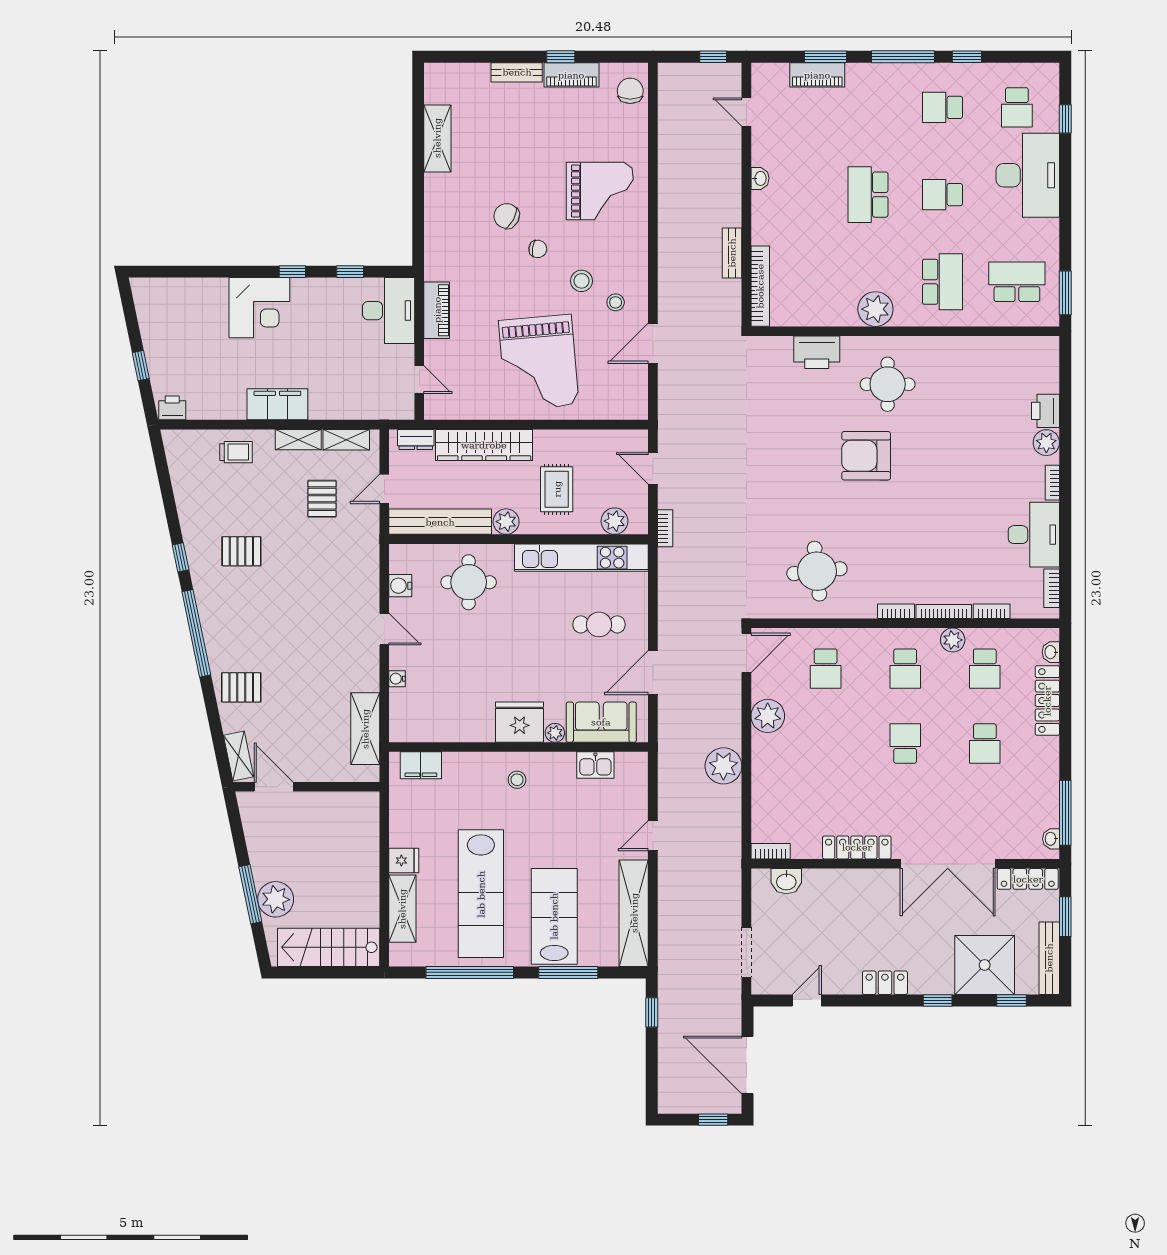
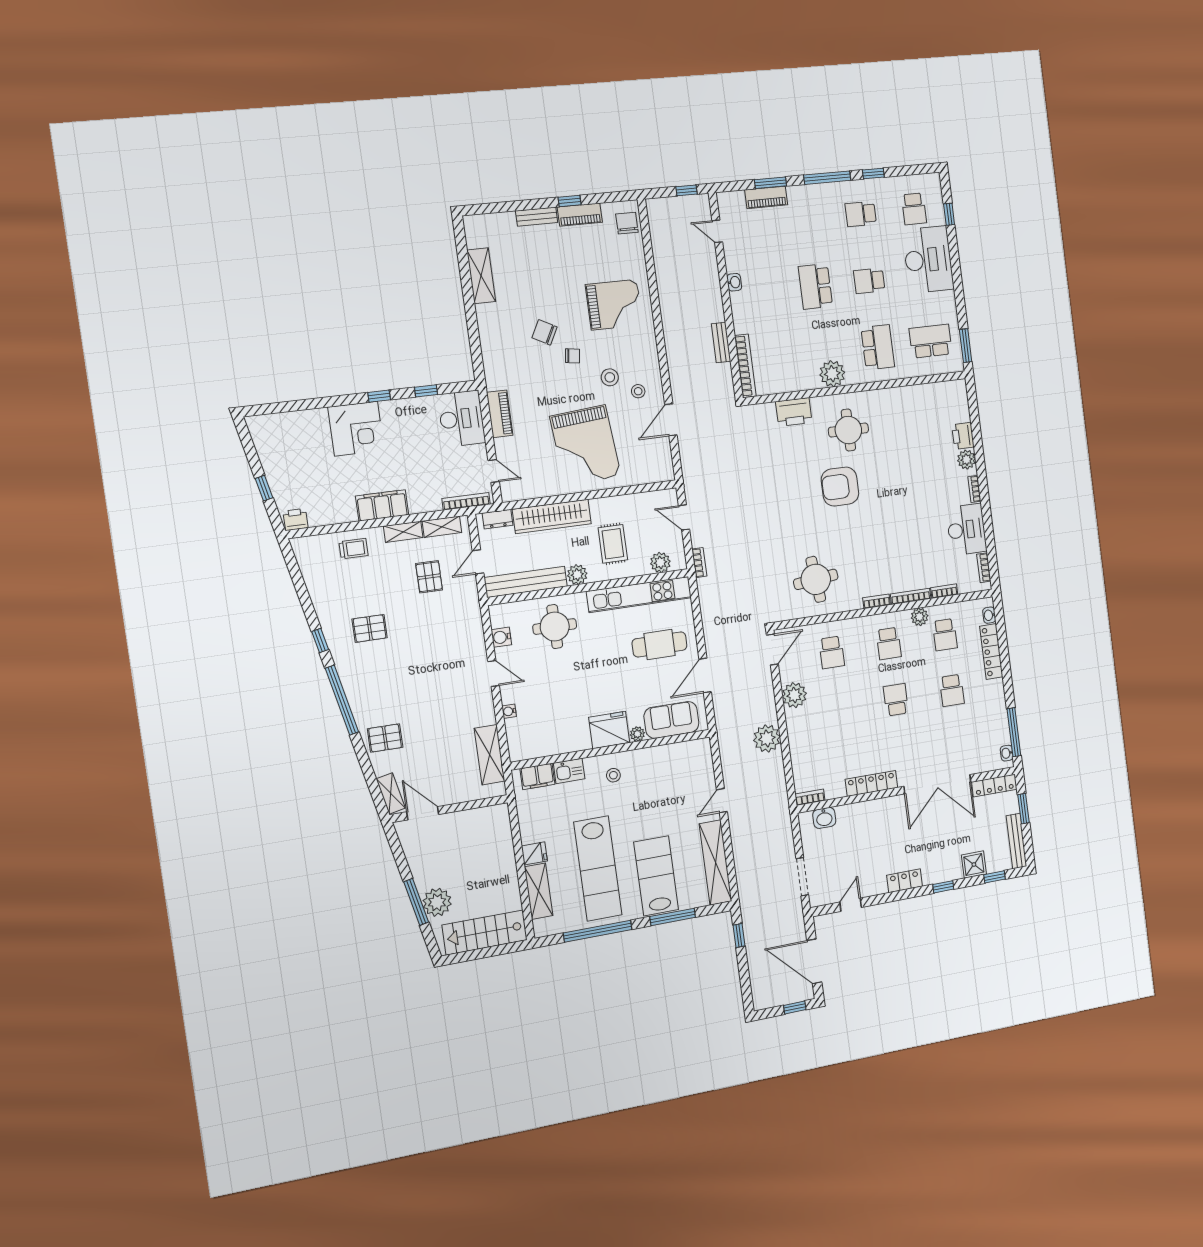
bookcase: (380, 413) -> (466, 501), added
cafe table: (599, 624) -> (659, 644), width x1.37, depth x1.35
kitchen sink: (595, 765) -> (569, 771), moved
shower: (985, 965) -> (974, 864), width x0.54, depth x0.54

